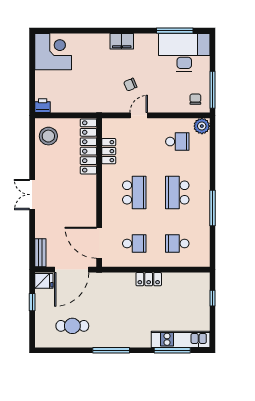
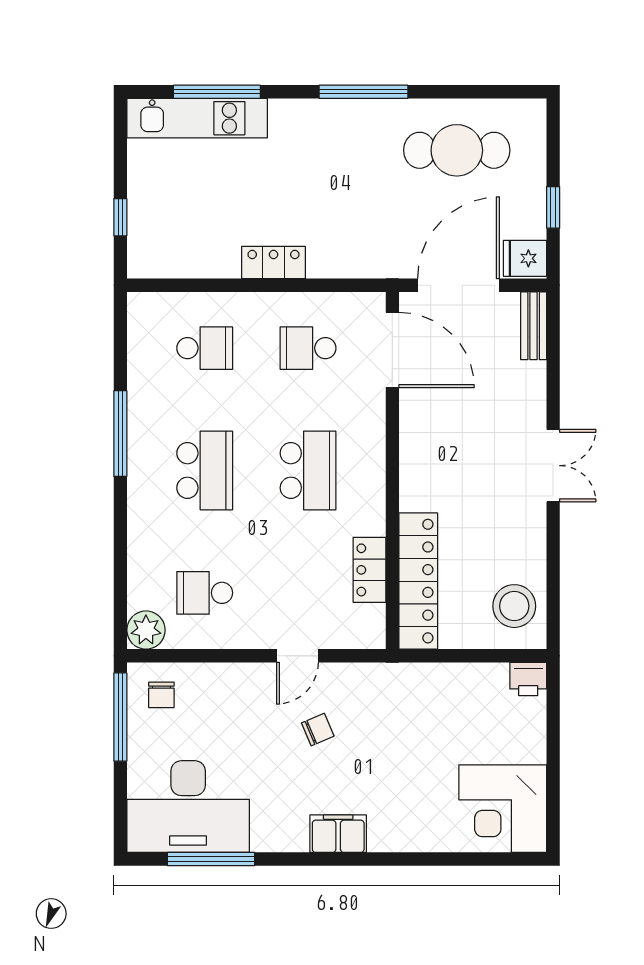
school desk: (134, 193) -> (308, 470), turned 180
cafe table: (72, 326) -> (457, 150), width x1.37, depth x1.35

